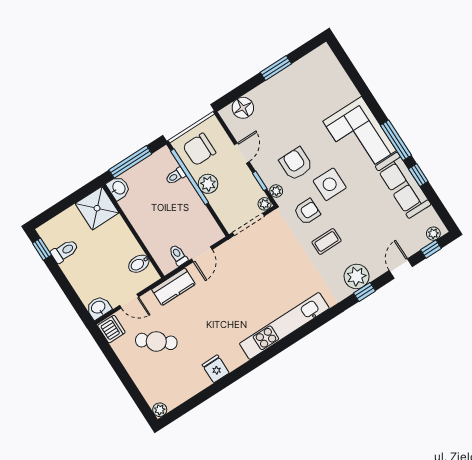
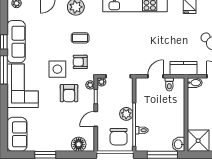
sofa: (328, 71) -> (17, 134), added
chair: (199, 149) -> (119, 137), turned 90
bidet: (139, 264) -> (195, 83), moved

